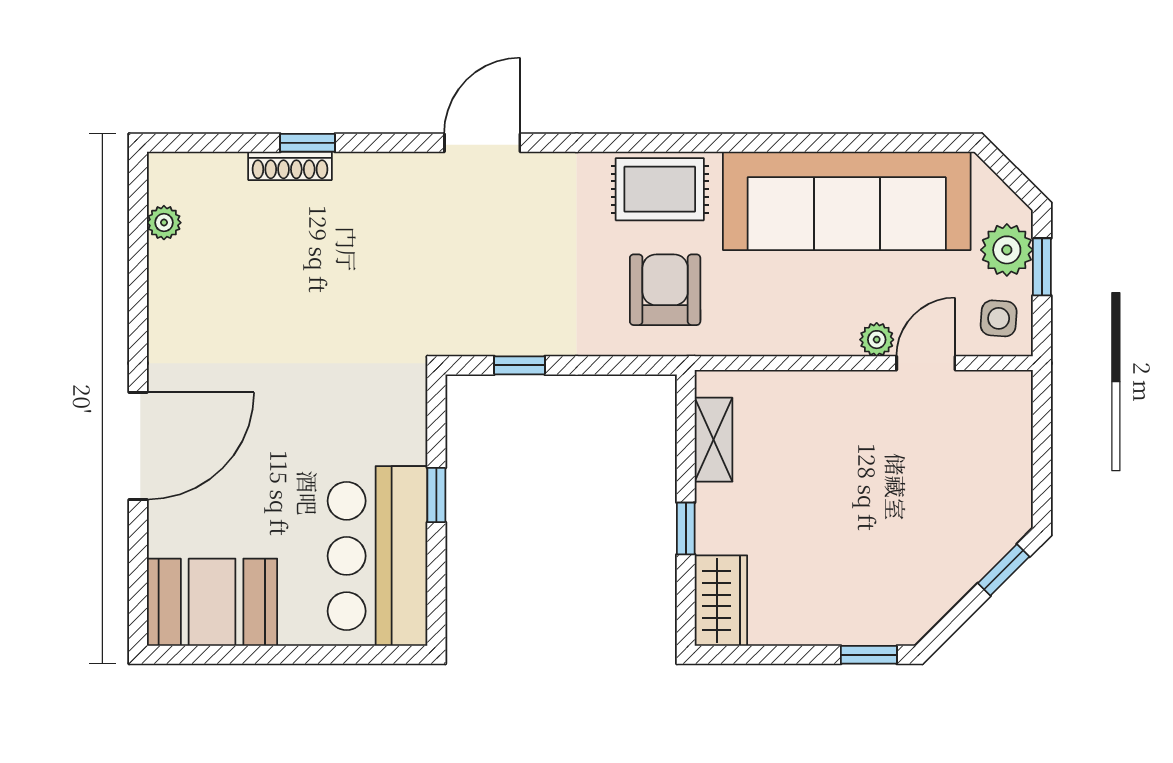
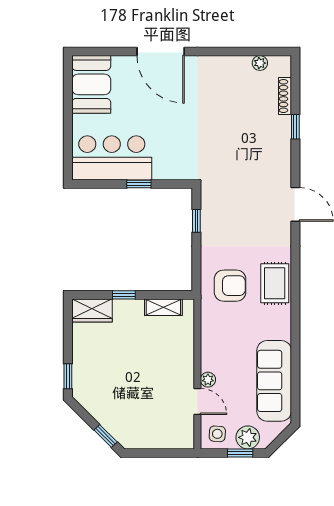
shoe rack: (290, 166) -> (285, 96), moved
sofa: (847, 201) -> (274, 381), width x0.74, depth x0.79

